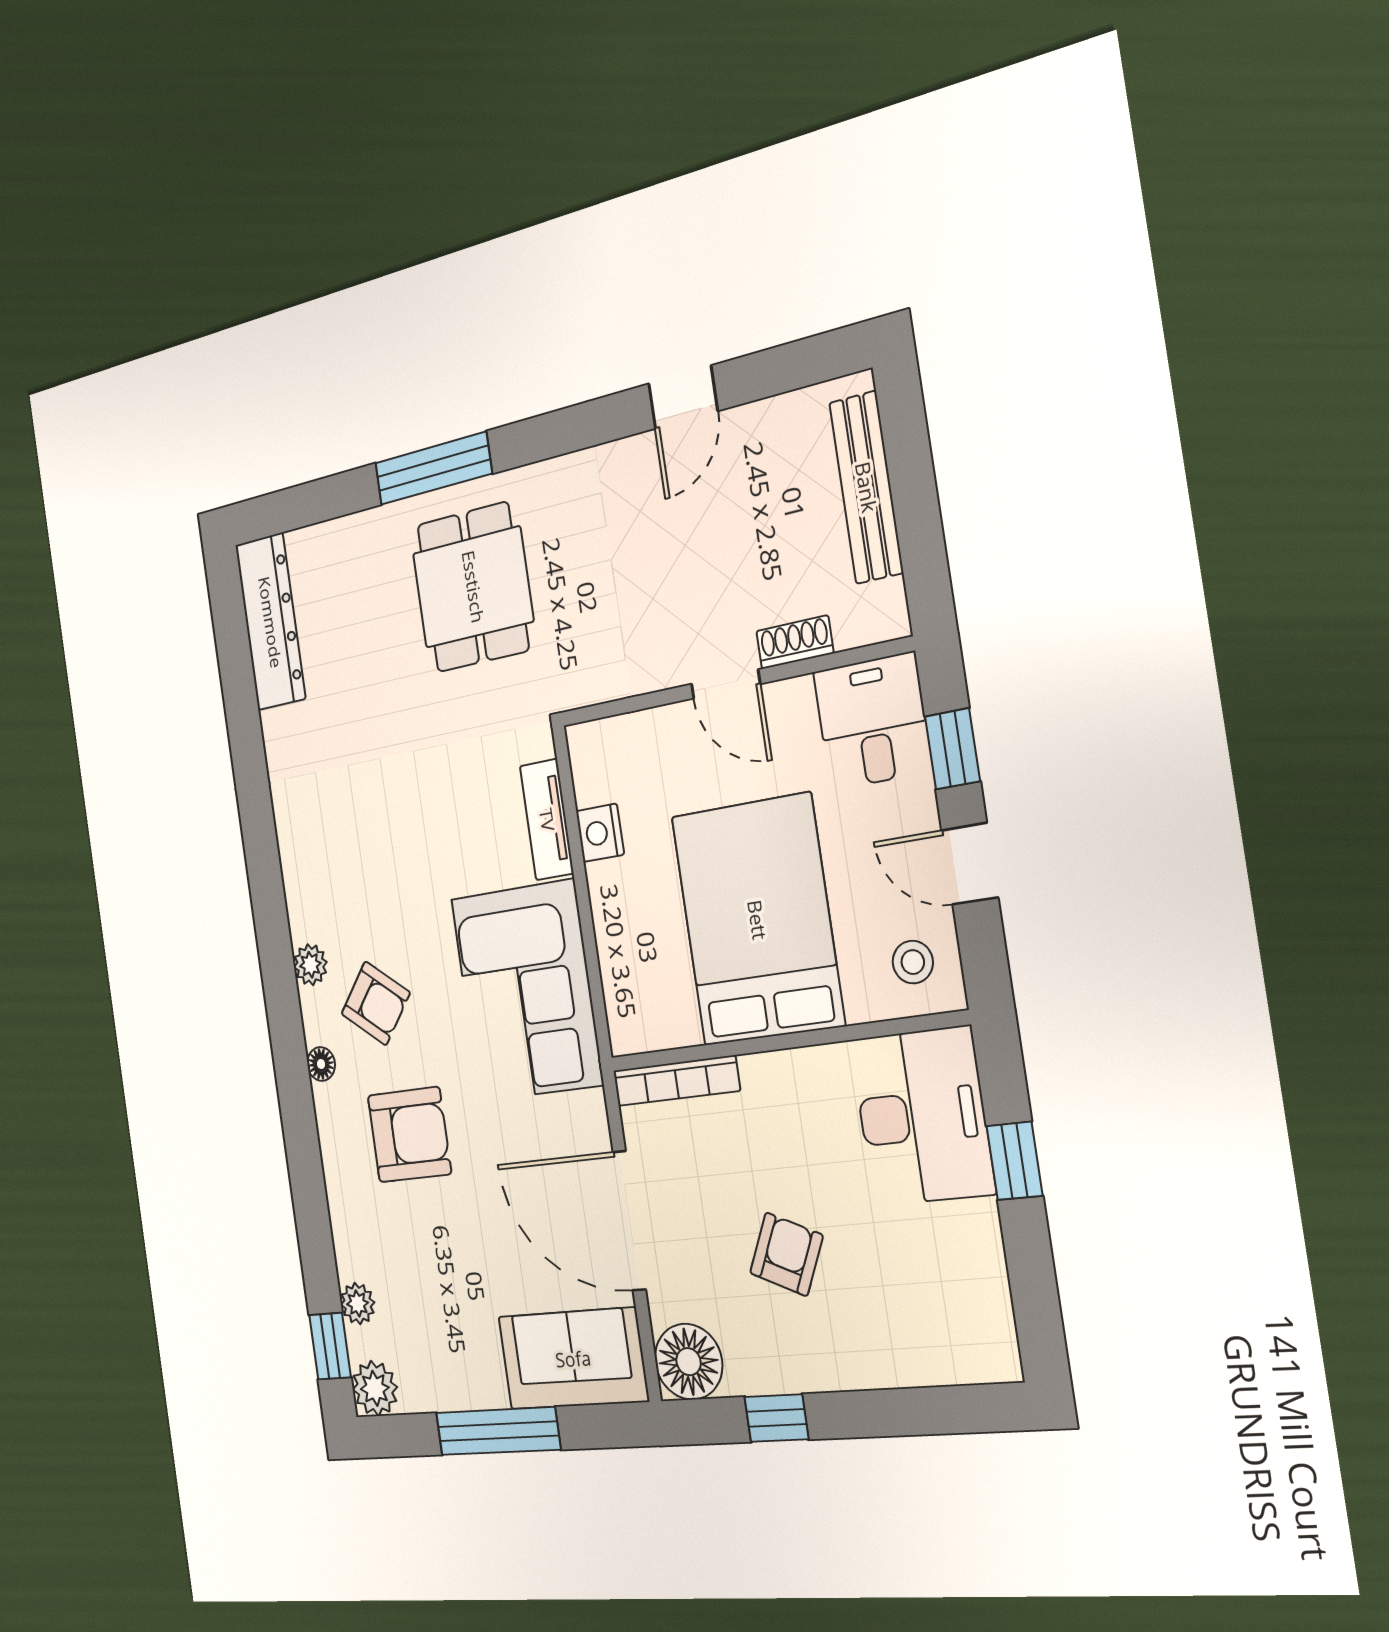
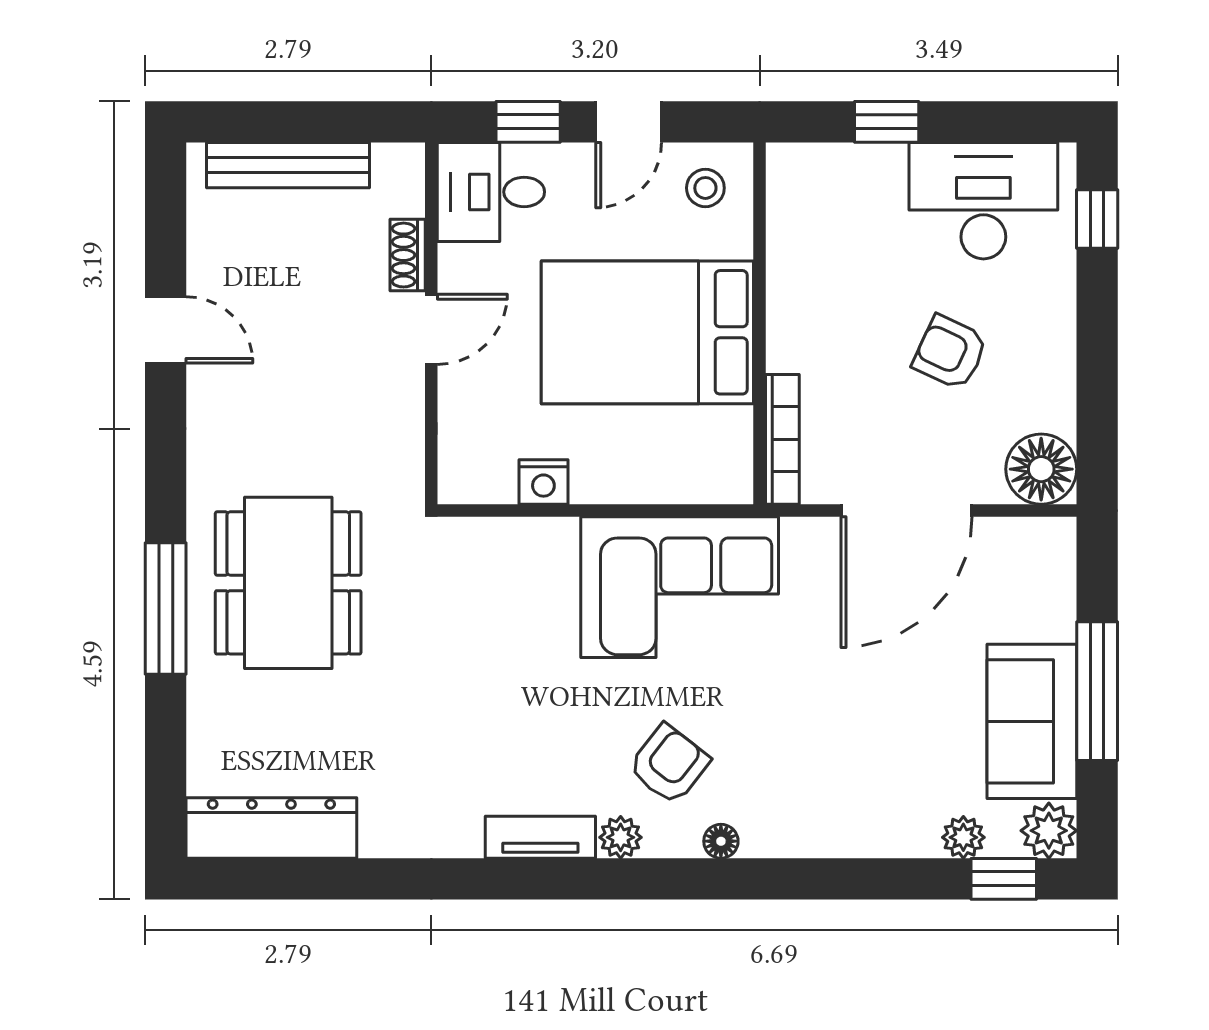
dining table: (473, 587) -> (288, 583), width x1.38
tv unit: (547, 820) -> (540, 837), moved, turned 180
desk: (922, 1116) -> (983, 201), moved
armchair: (409, 1135) -> (802, 746), removed
sofa: (573, 1359) -> (1032, 721), moved
window: (776, 1418) -> (1097, 219), moved

